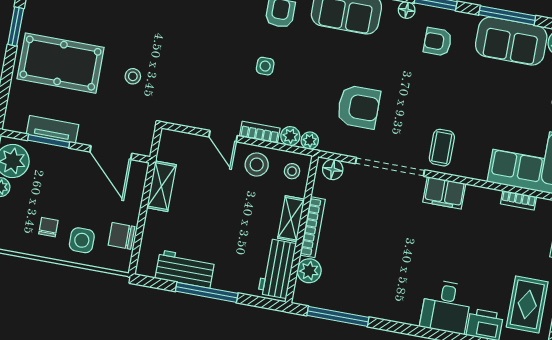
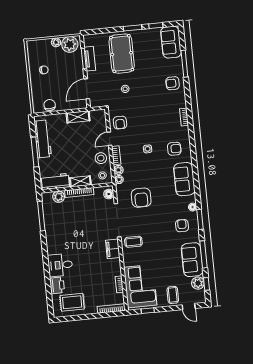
armchair: (197, 106) -> (120, 123), added
side table: (82, 240) -> (42, 87), removed
workbench: (185, 269) -> (43, 139), width x1.38

